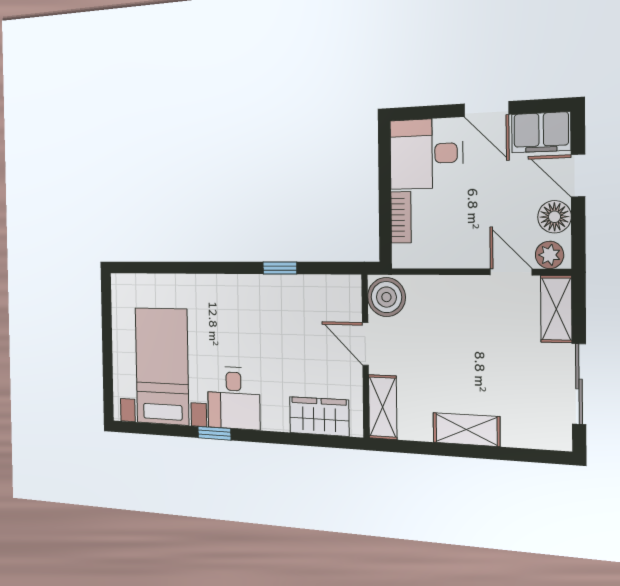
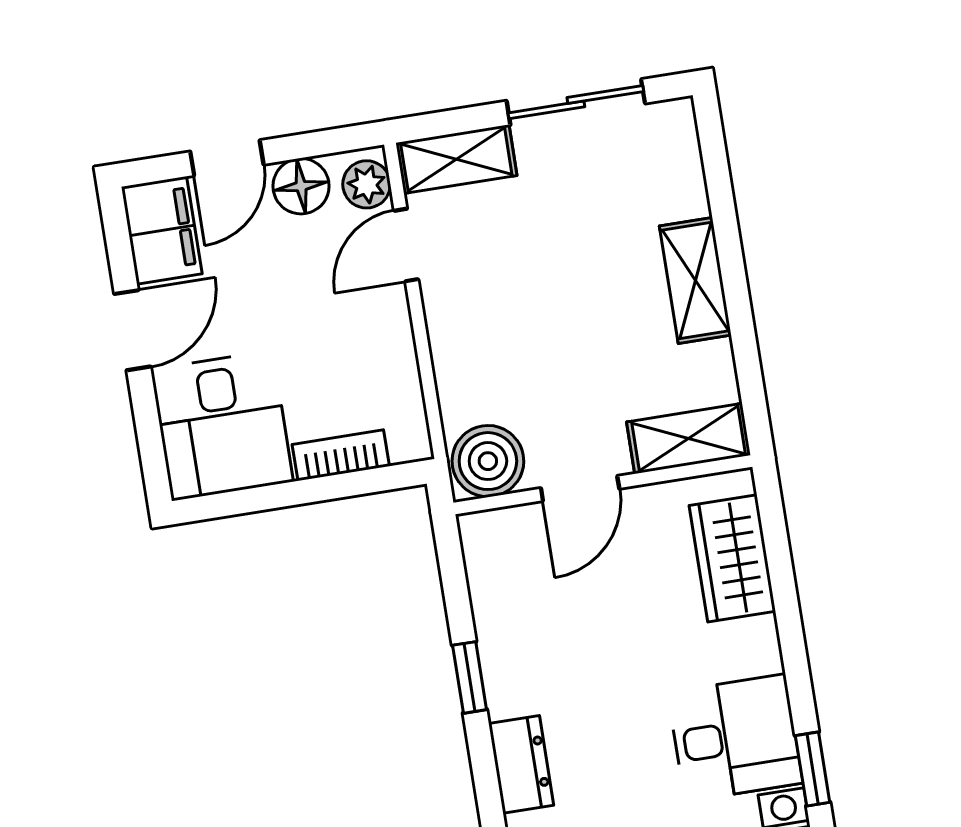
dresser: (235, 287) -> (521, 764), added

